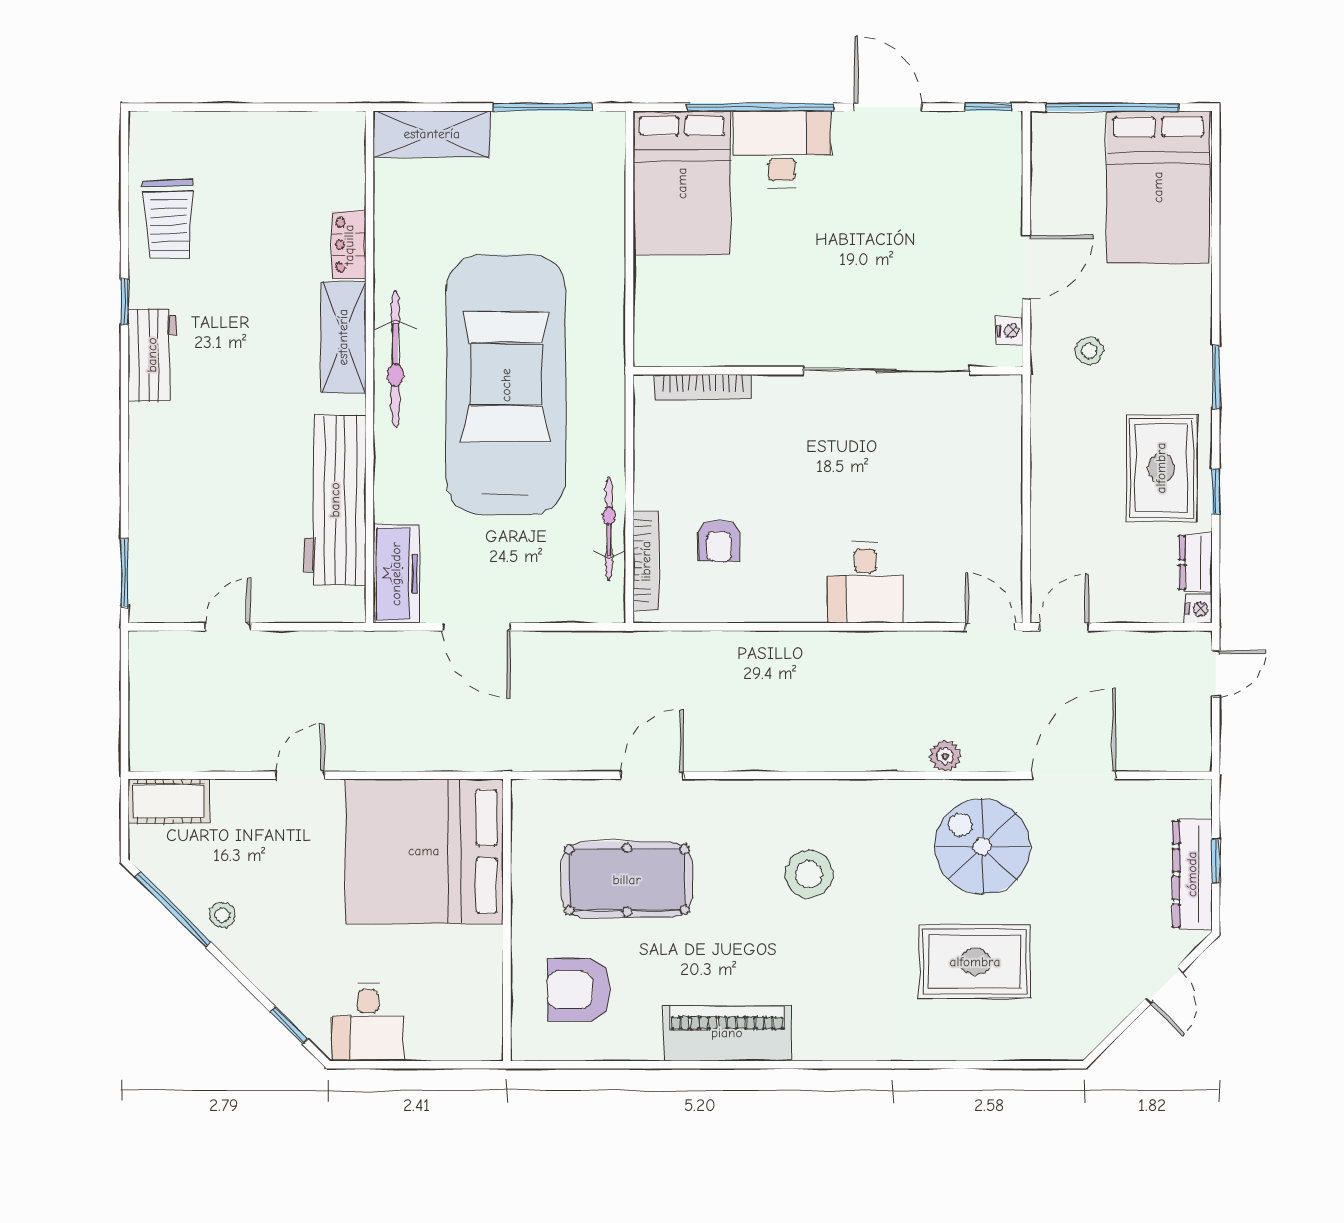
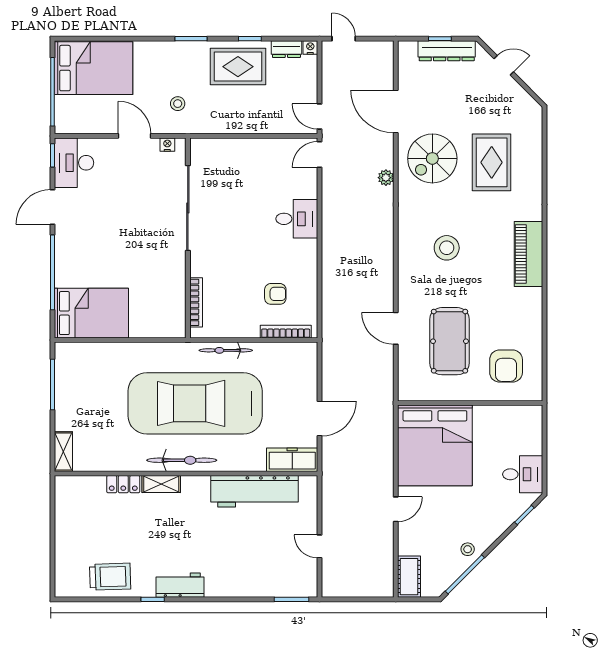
shelving: (432, 134) -> (63, 452), width x0.67, depth x0.75
desk: (782, 149) -> (74, 163), moved
shelving: (343, 337) -> (161, 484), width x0.67, depth x0.75
bicycle: (609, 528) -> (226, 350), moved
door: (300, 775) -> (396, 509), swing flipped
piano: (727, 1033) -> (528, 254), moved

